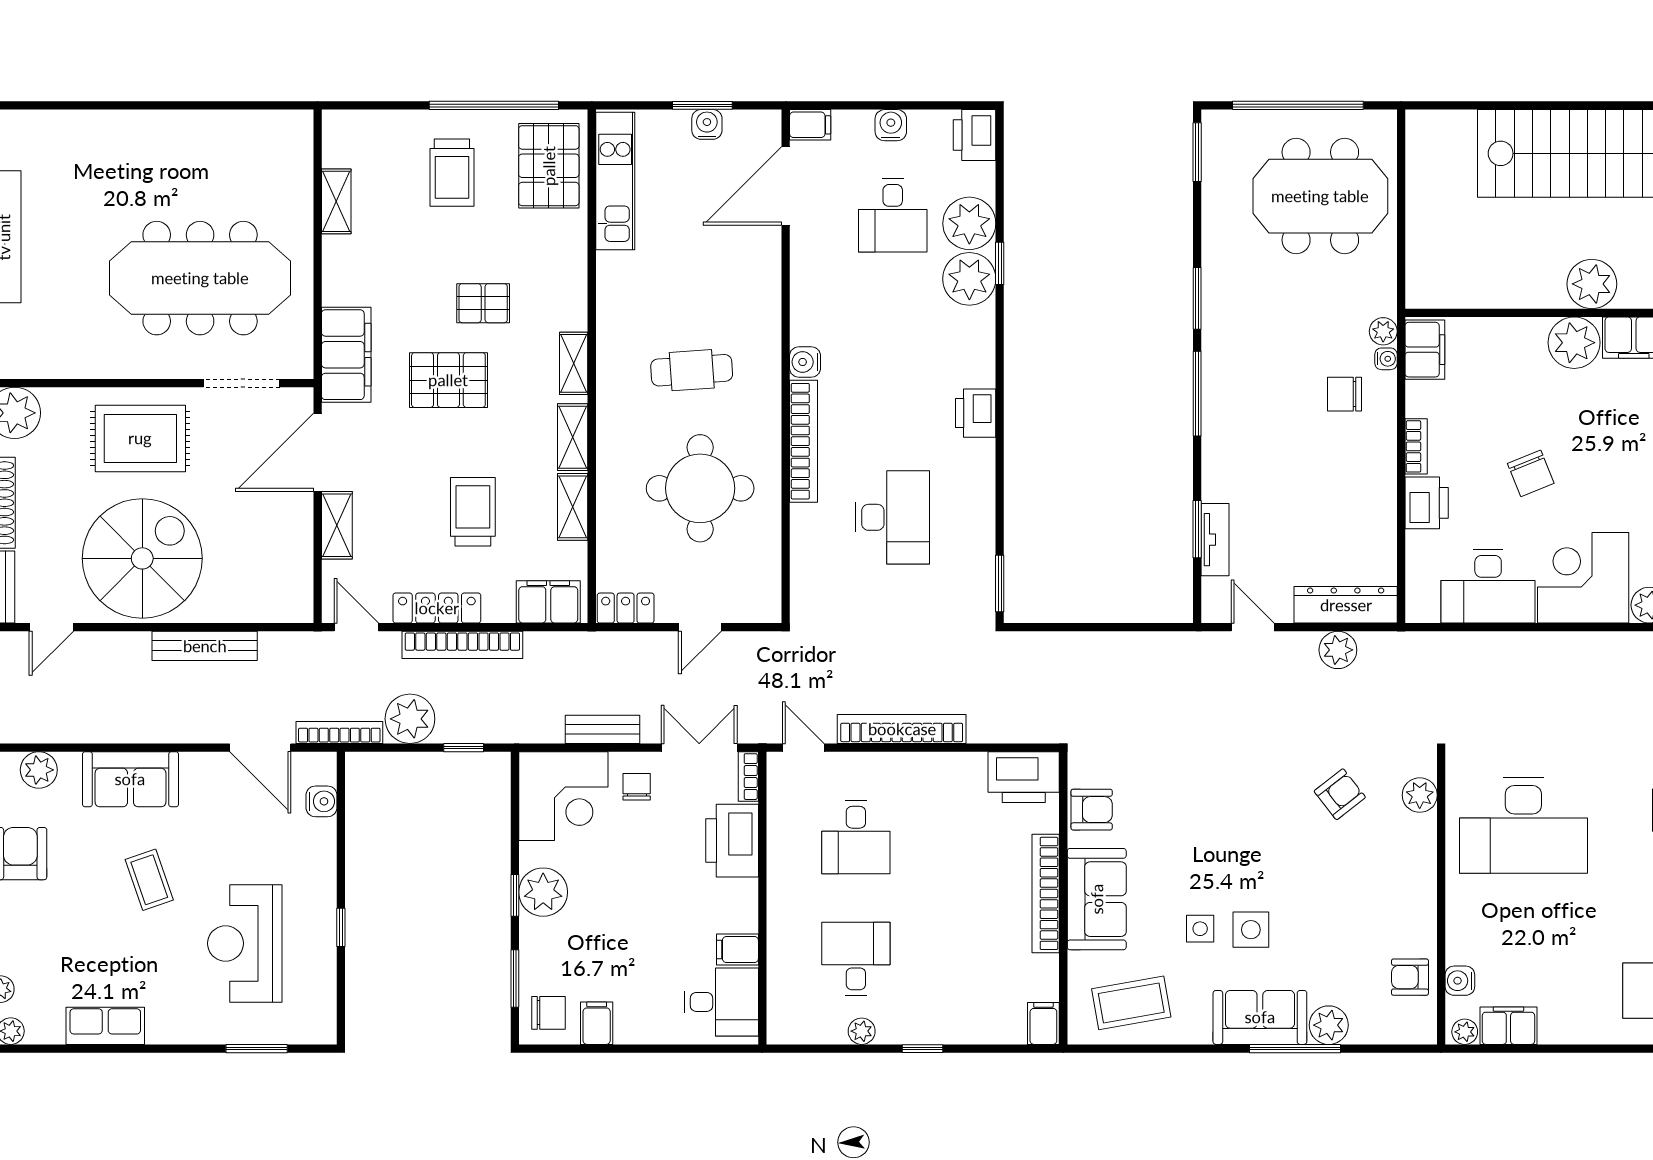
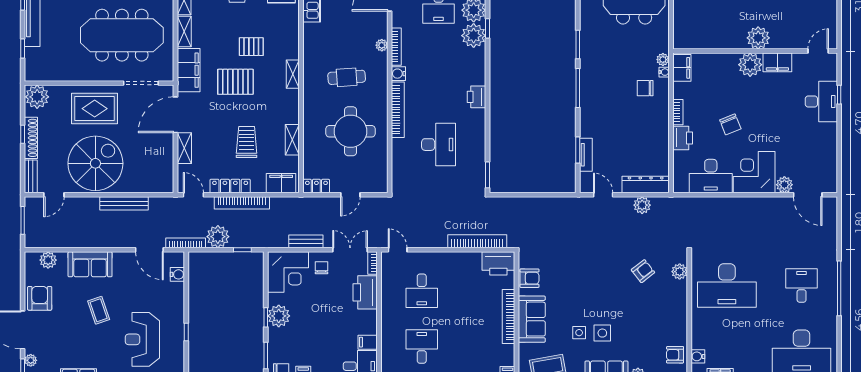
plant: (768, 300) -> (382, 45), added
bookcase: (800, 303) -> (396, 47), added
shelving: (573, 437) -> (184, 32), moved
bookcase: (902, 729) -> (477, 241), moved

